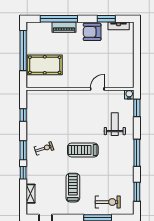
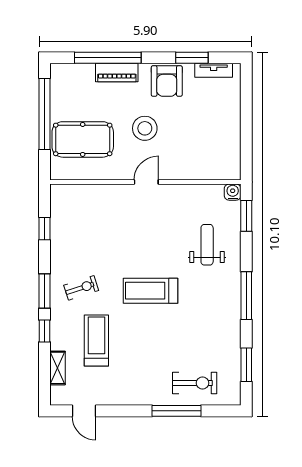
armchair: (92, 32) -> (167, 81), turned -90
stool: (80, 59) -> (145, 128), added
door: (97, 89) -> (146, 182), moved
treadmill: (73, 188) -> (96, 341), moved

